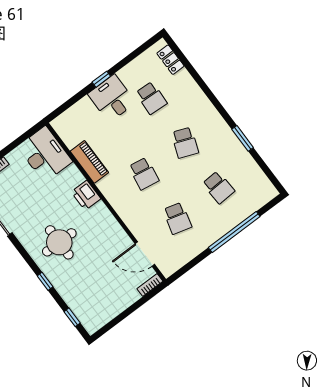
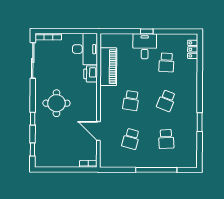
piano: (89, 162) -> (108, 67), width x1.37, depth x1.33
printer: (86, 195) -> (91, 74), moved
door: (145, 254) -> (98, 131), moved

